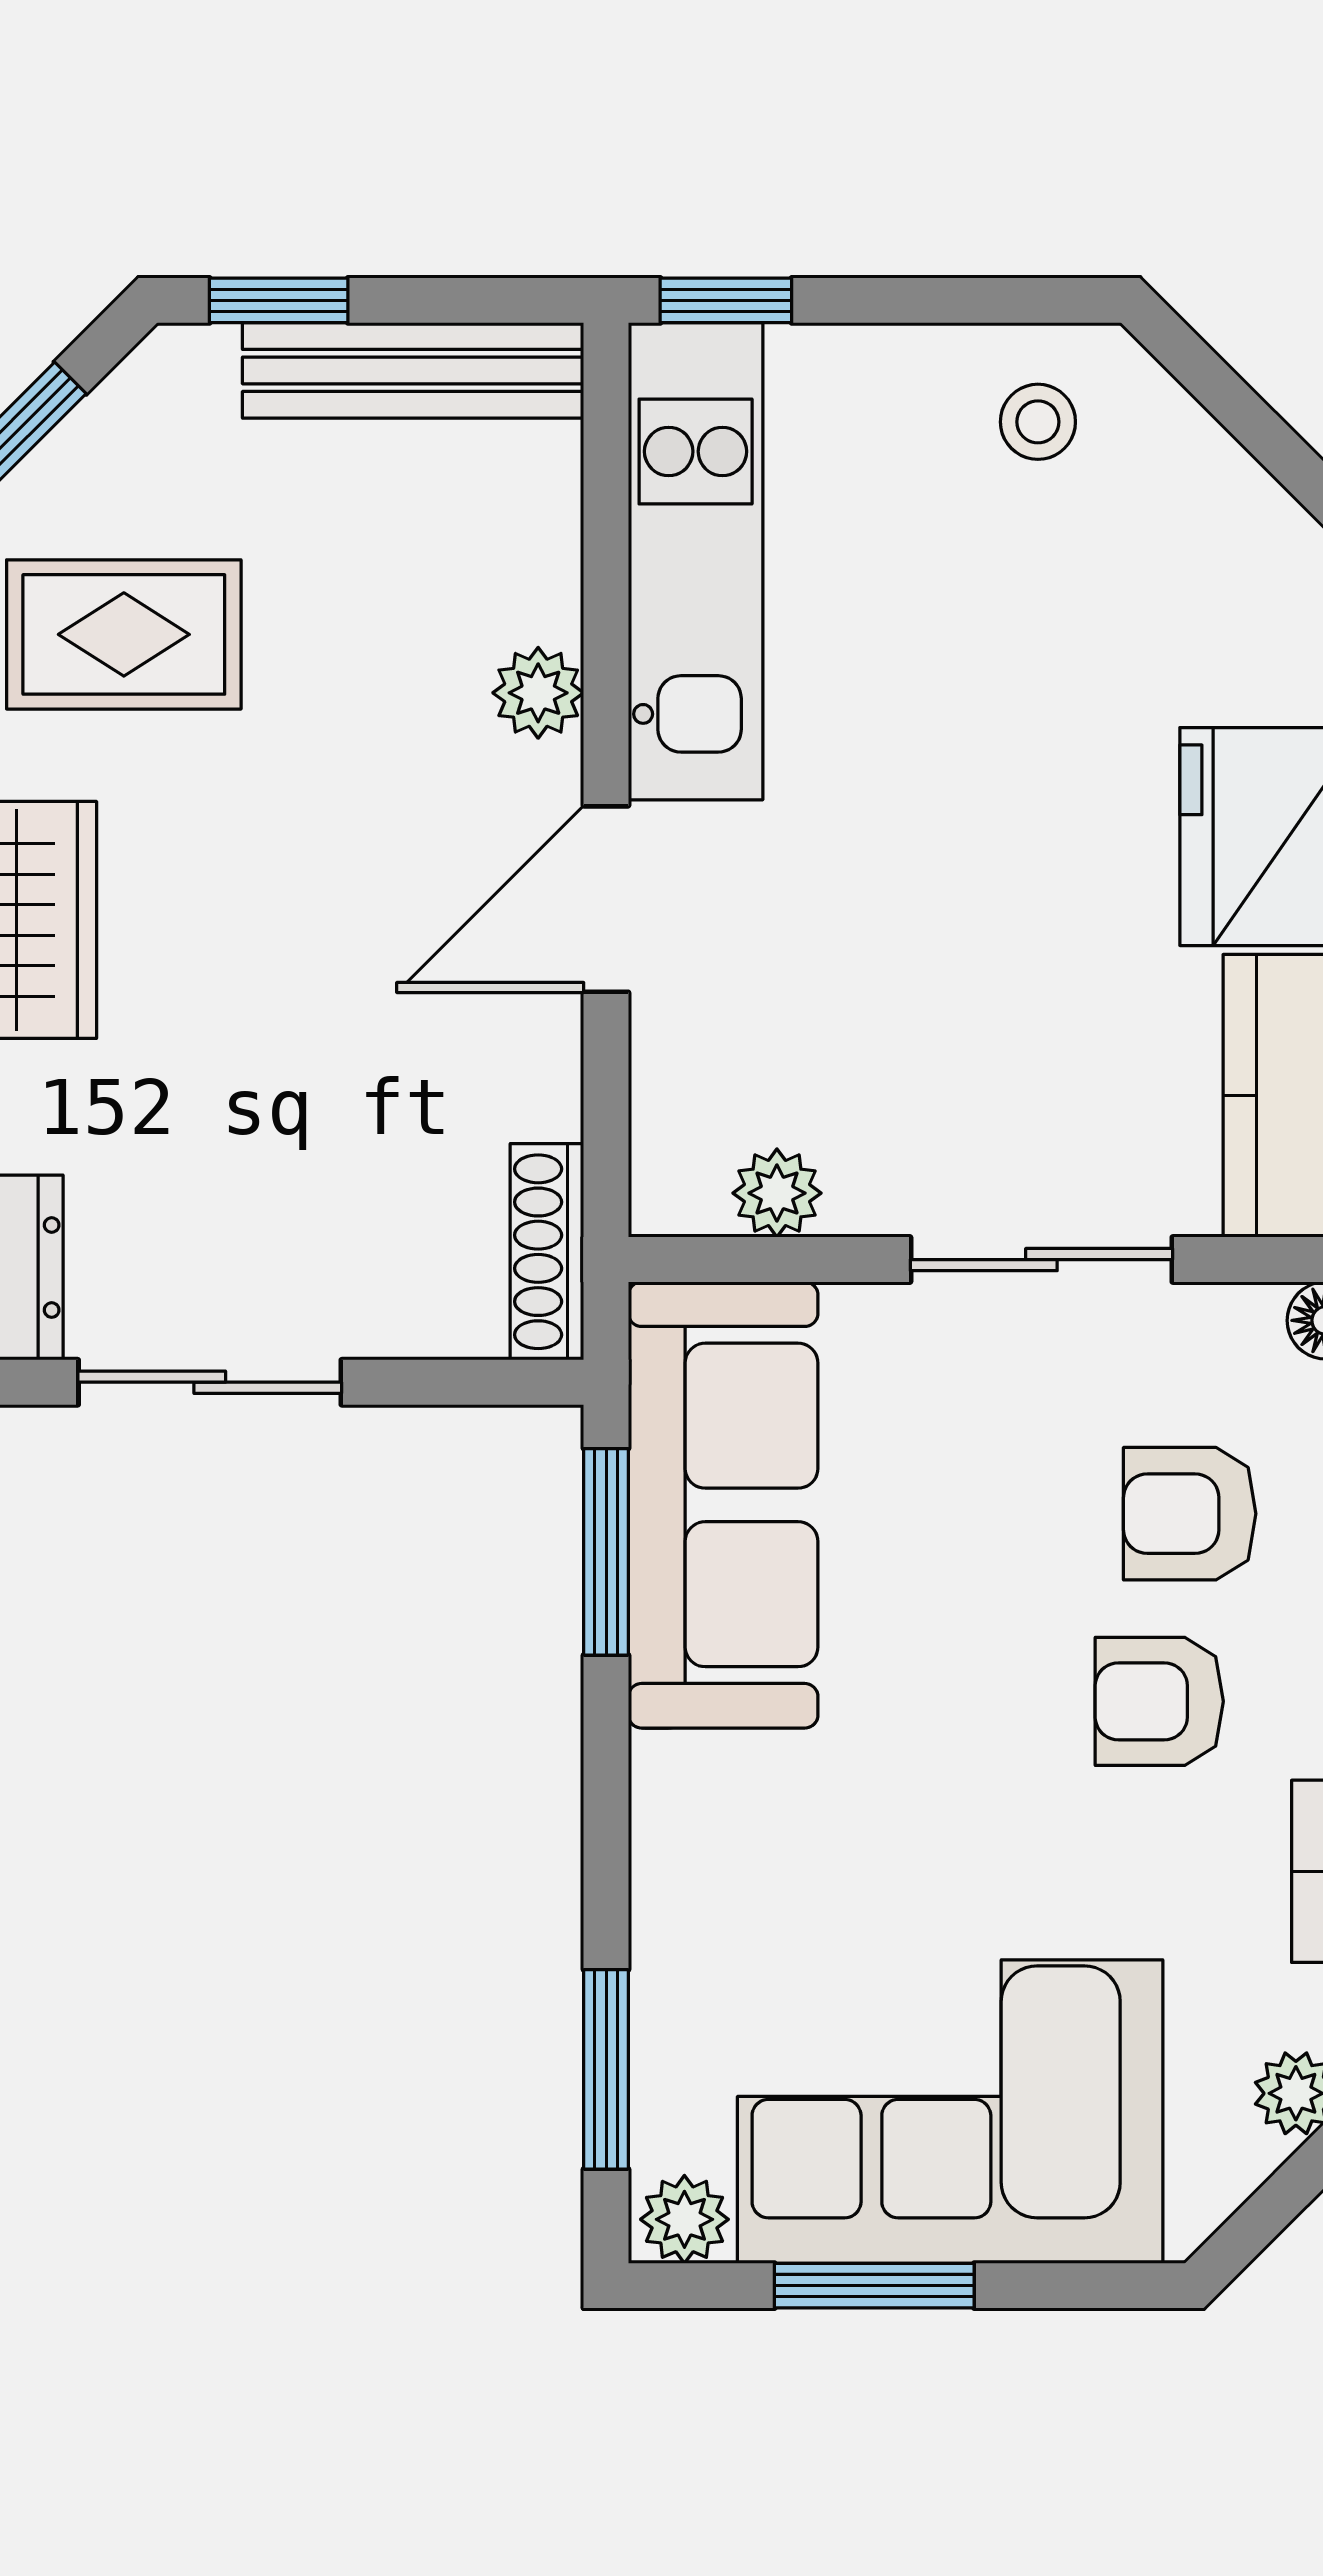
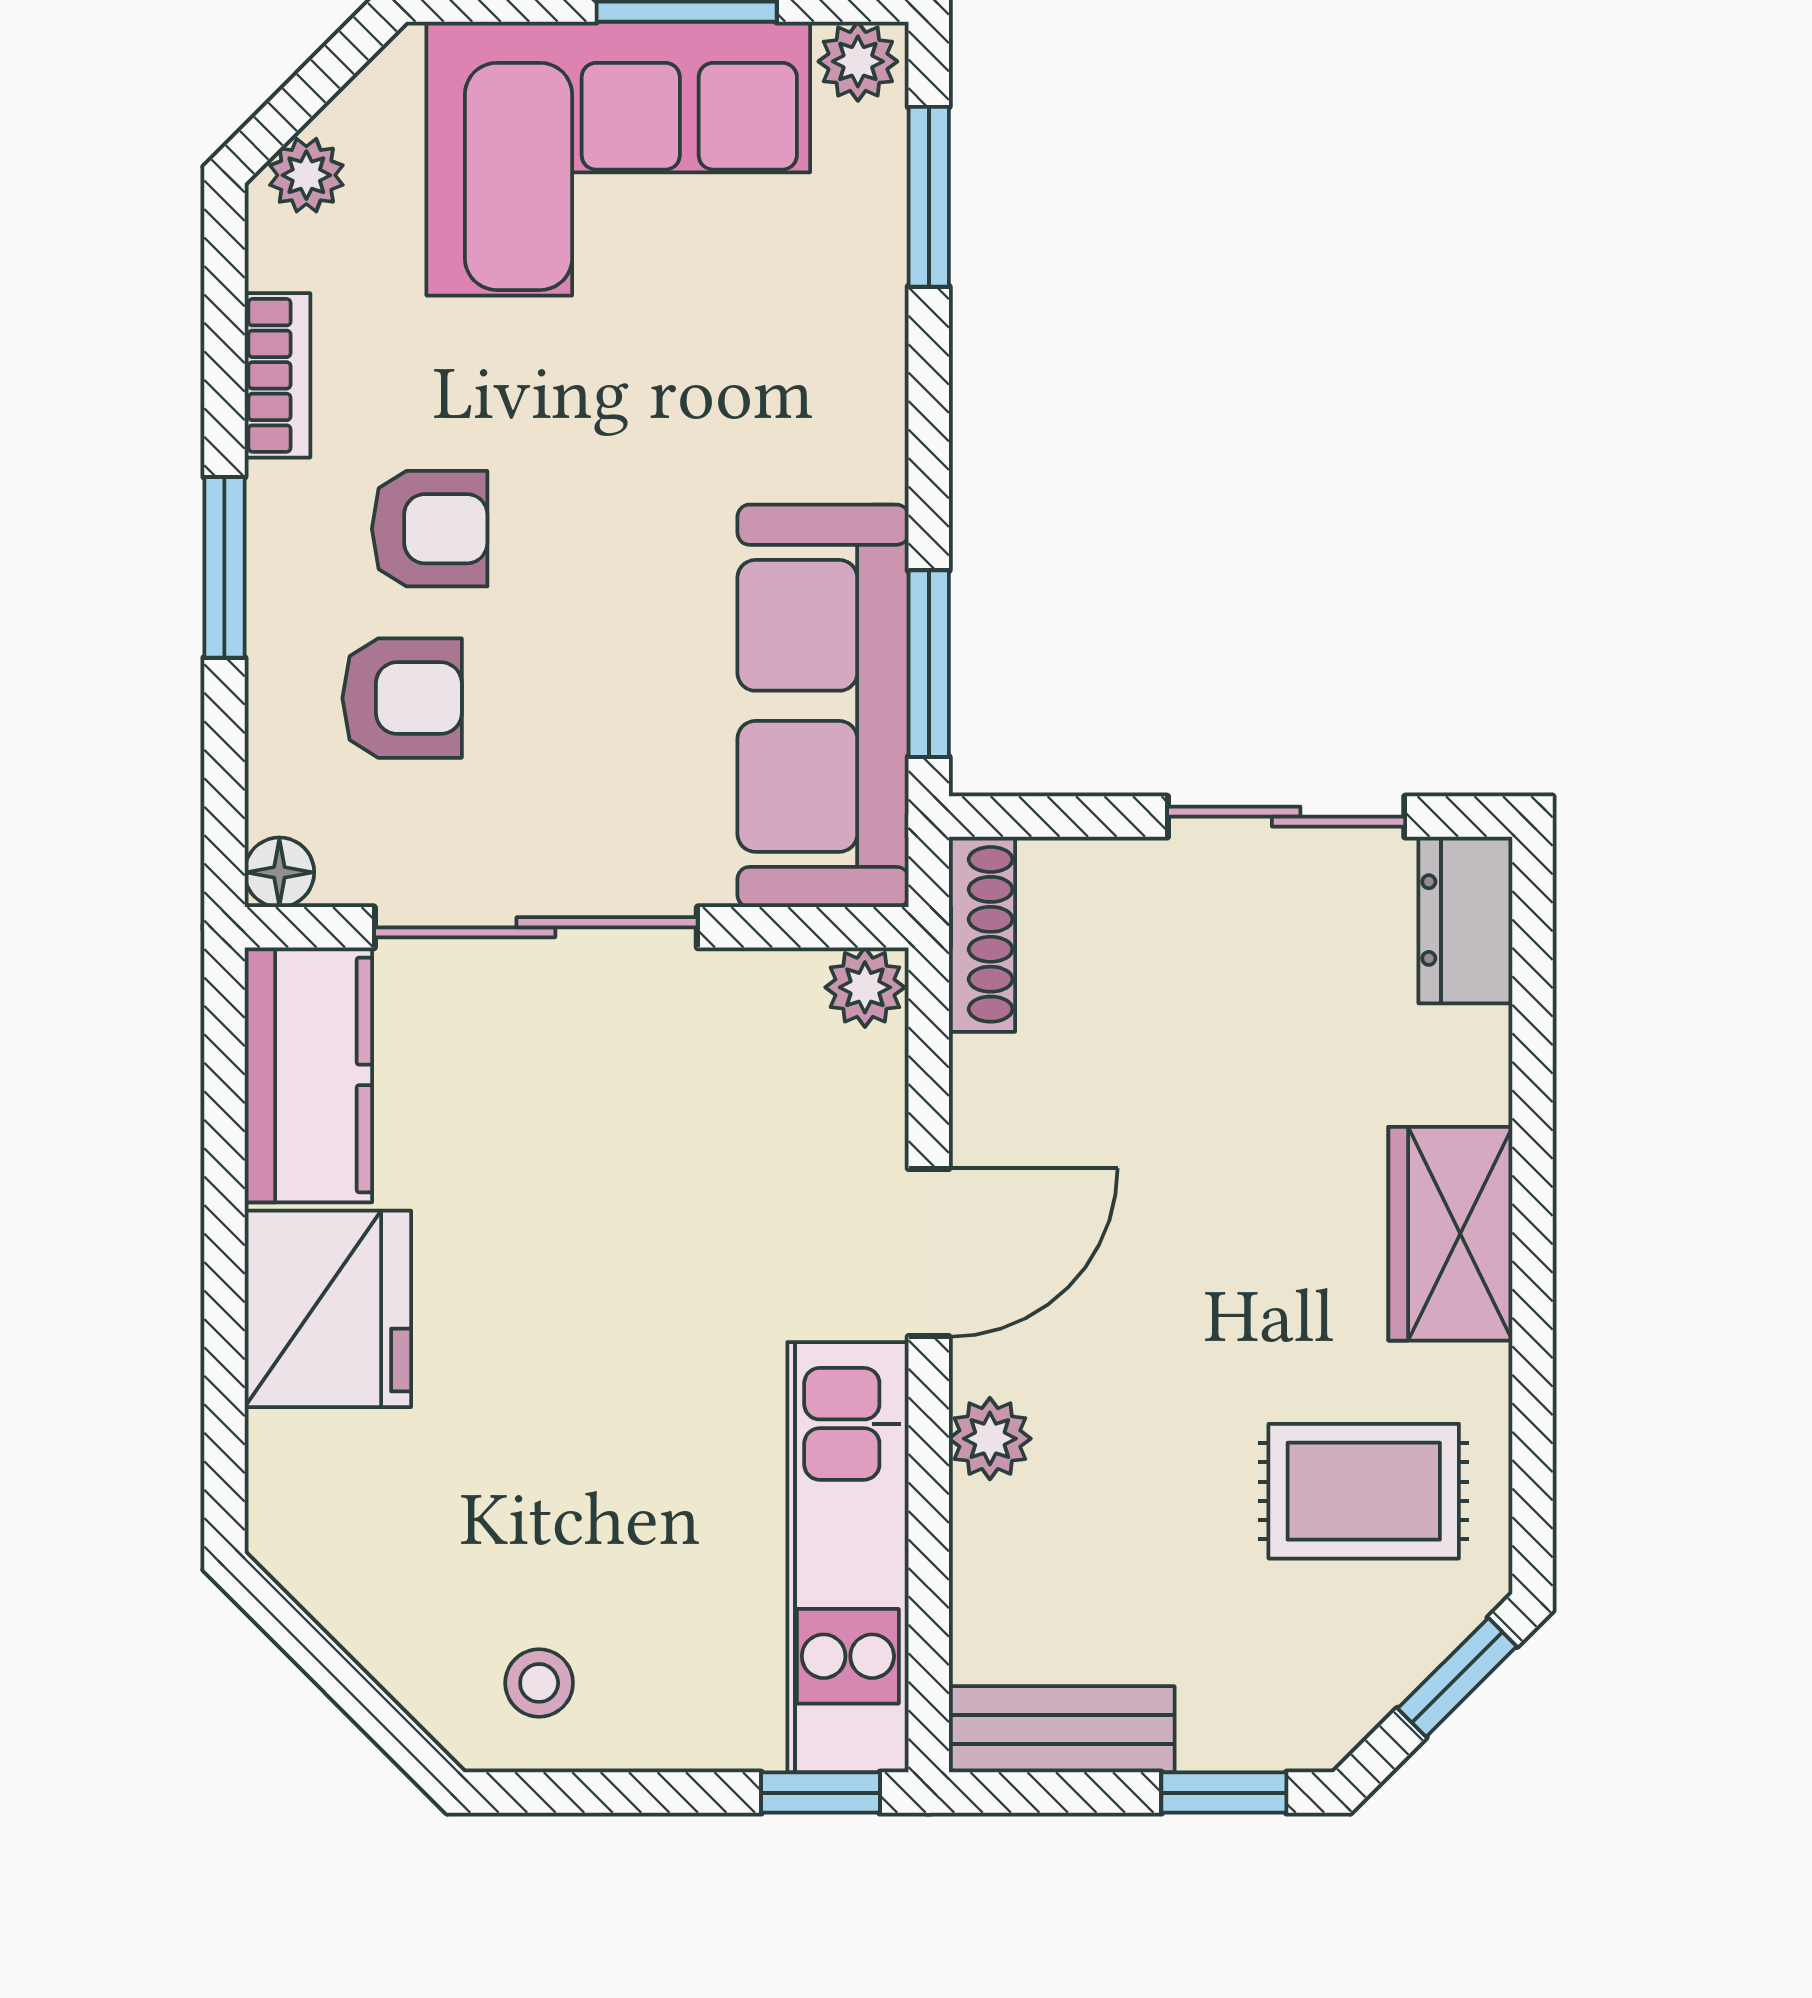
bench: (413, 370) -> (1062, 1729), width x0.73
plant: (777, 1193) -> (865, 987), moved
sliding door: (1041, 1260) -> (536, 927), width x1.37

